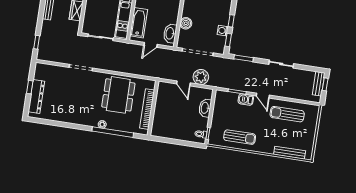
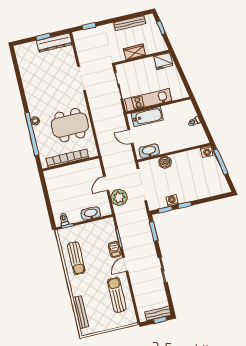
dresser: (36, 96) -> (54, 43), moved

